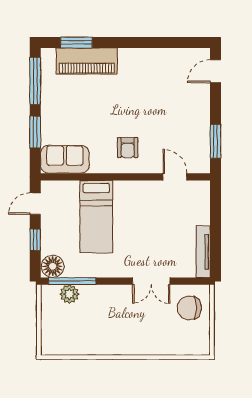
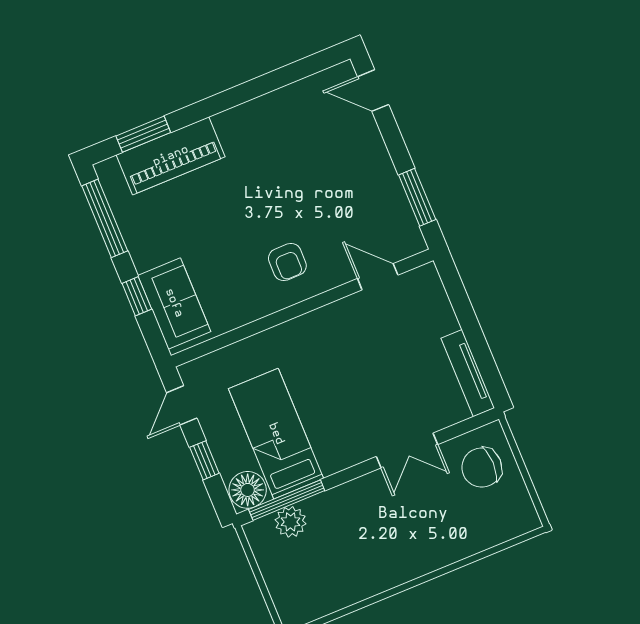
door: (216, 71) -> (373, 91), hinge flipped
window: (35, 132) -> (137, 296), width x0.67
sofa: (65, 159) -> (174, 303), moved, turned 90
bed: (96, 217) -> (276, 434), moved, turned 180

